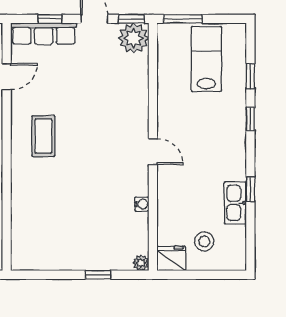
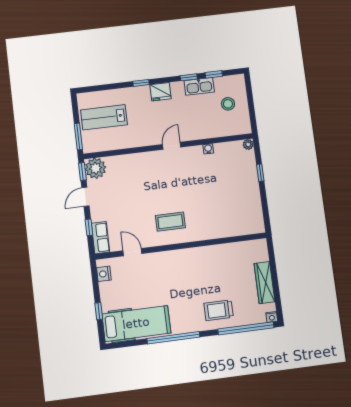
row of seats: (44, 34) -> (101, 238), width x0.68
window: (250, 76) -> (214, 74), moved
fridge: (171, 258) -> (160, 92), moved, turned -90

